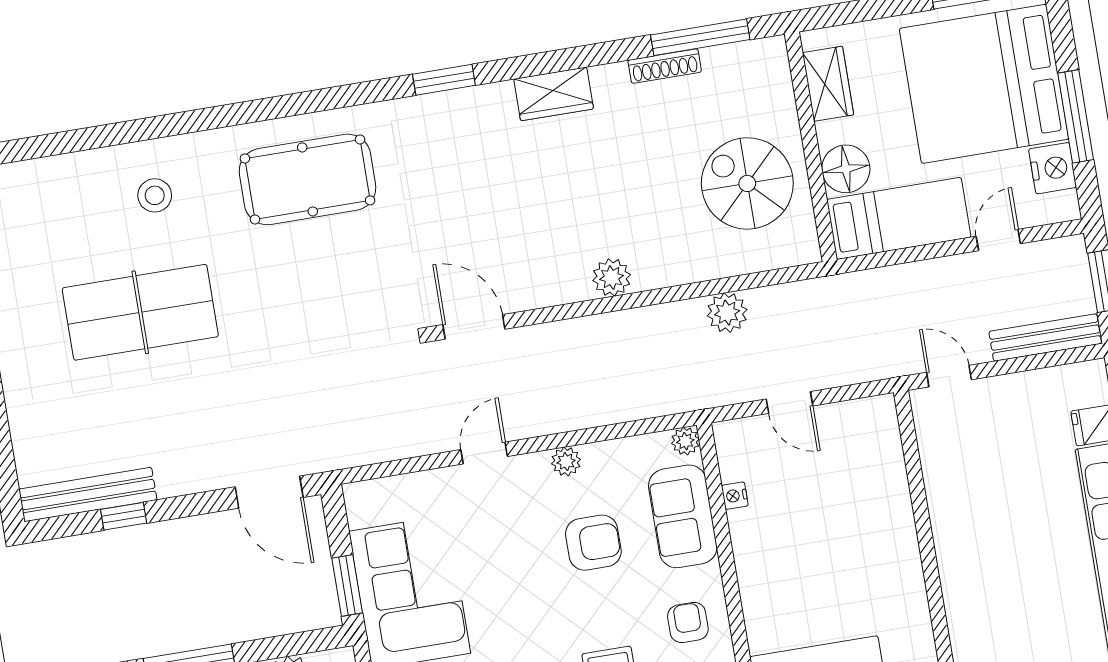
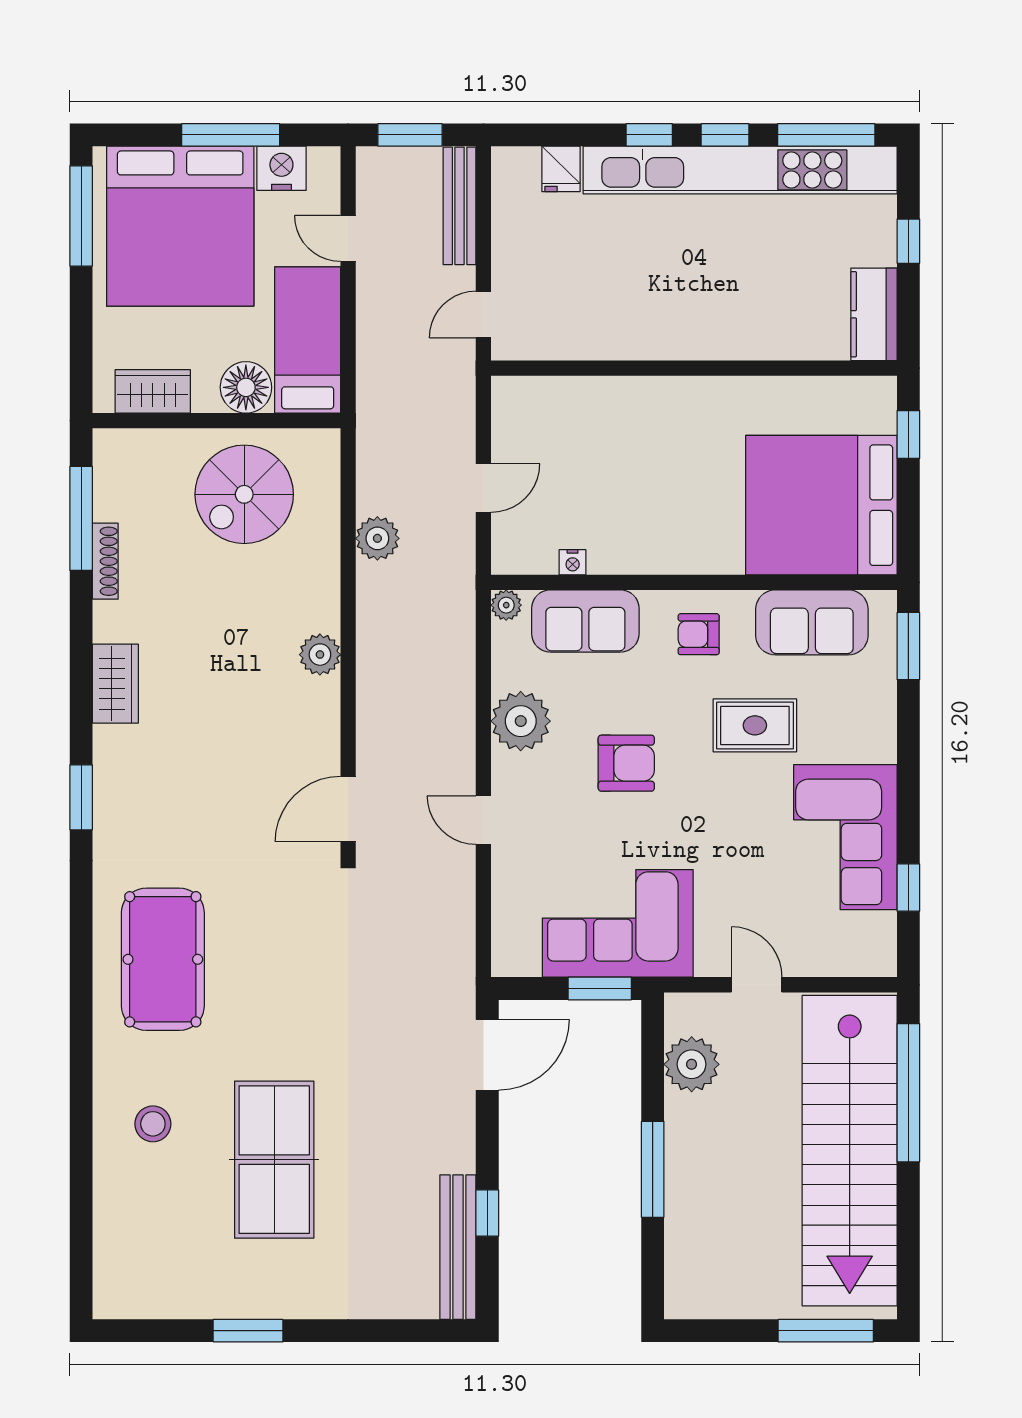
plant: (566, 462) -> (521, 721), width x1.87, depth x1.87
armchair: (593, 543) -> (626, 763), moved, turned 90

